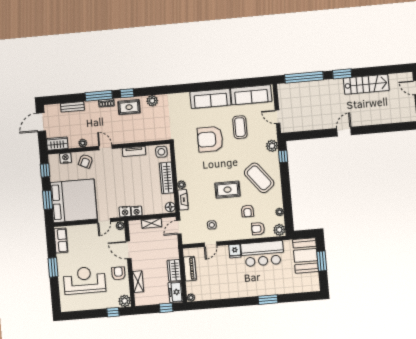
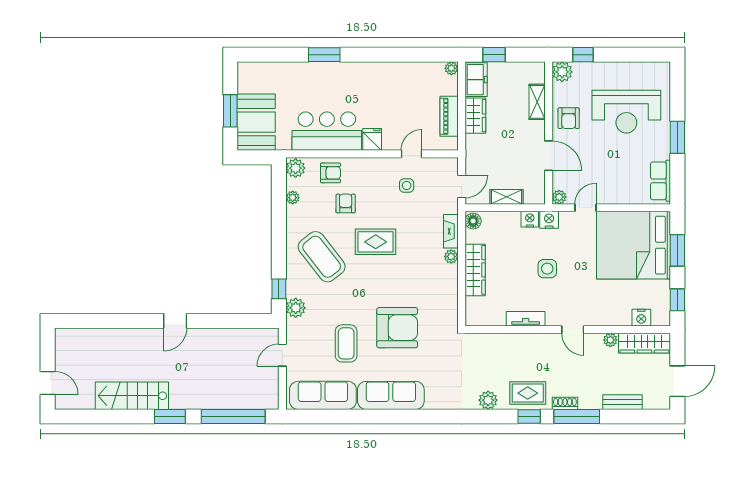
door: (278, 117) -> (282, 355), swing flipped
wardrobe: (57, 144) -> (644, 343), width x1.50
side table: (161, 152) -> (547, 269), moved
armchair: (86, 161) -> (608, 309), removed

